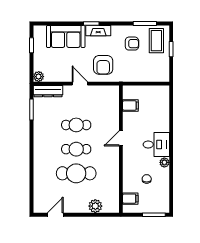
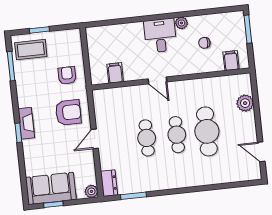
sofa: (66, 36) -> (51, 188), moved, turned -90
armchair: (132, 44) -> (67, 75), moved
dresser: (48, 91) -> (109, 183), width x0.70

